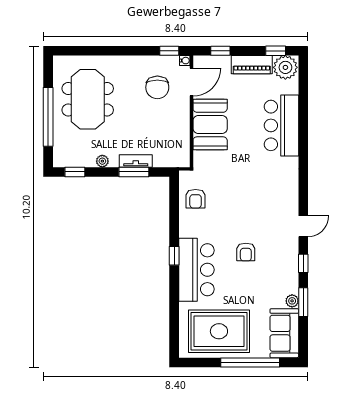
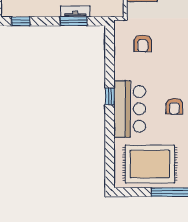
plant: (102, 161) -> (45, 12), removed
armchair: (196, 199) -> (143, 43), moved
armchair: (246, 252) -> (174, 106), moved

